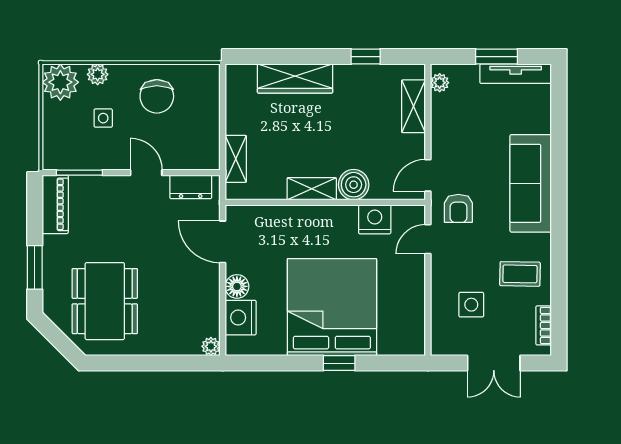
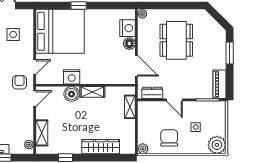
plant: (98, 74) -> (143, 149), moved
nightstand: (375, 219) -> (72, 77), moved
dining table: (105, 301) -> (176, 40), moved
bed: (332, 307) -> (60, 31), moved, turned -90

